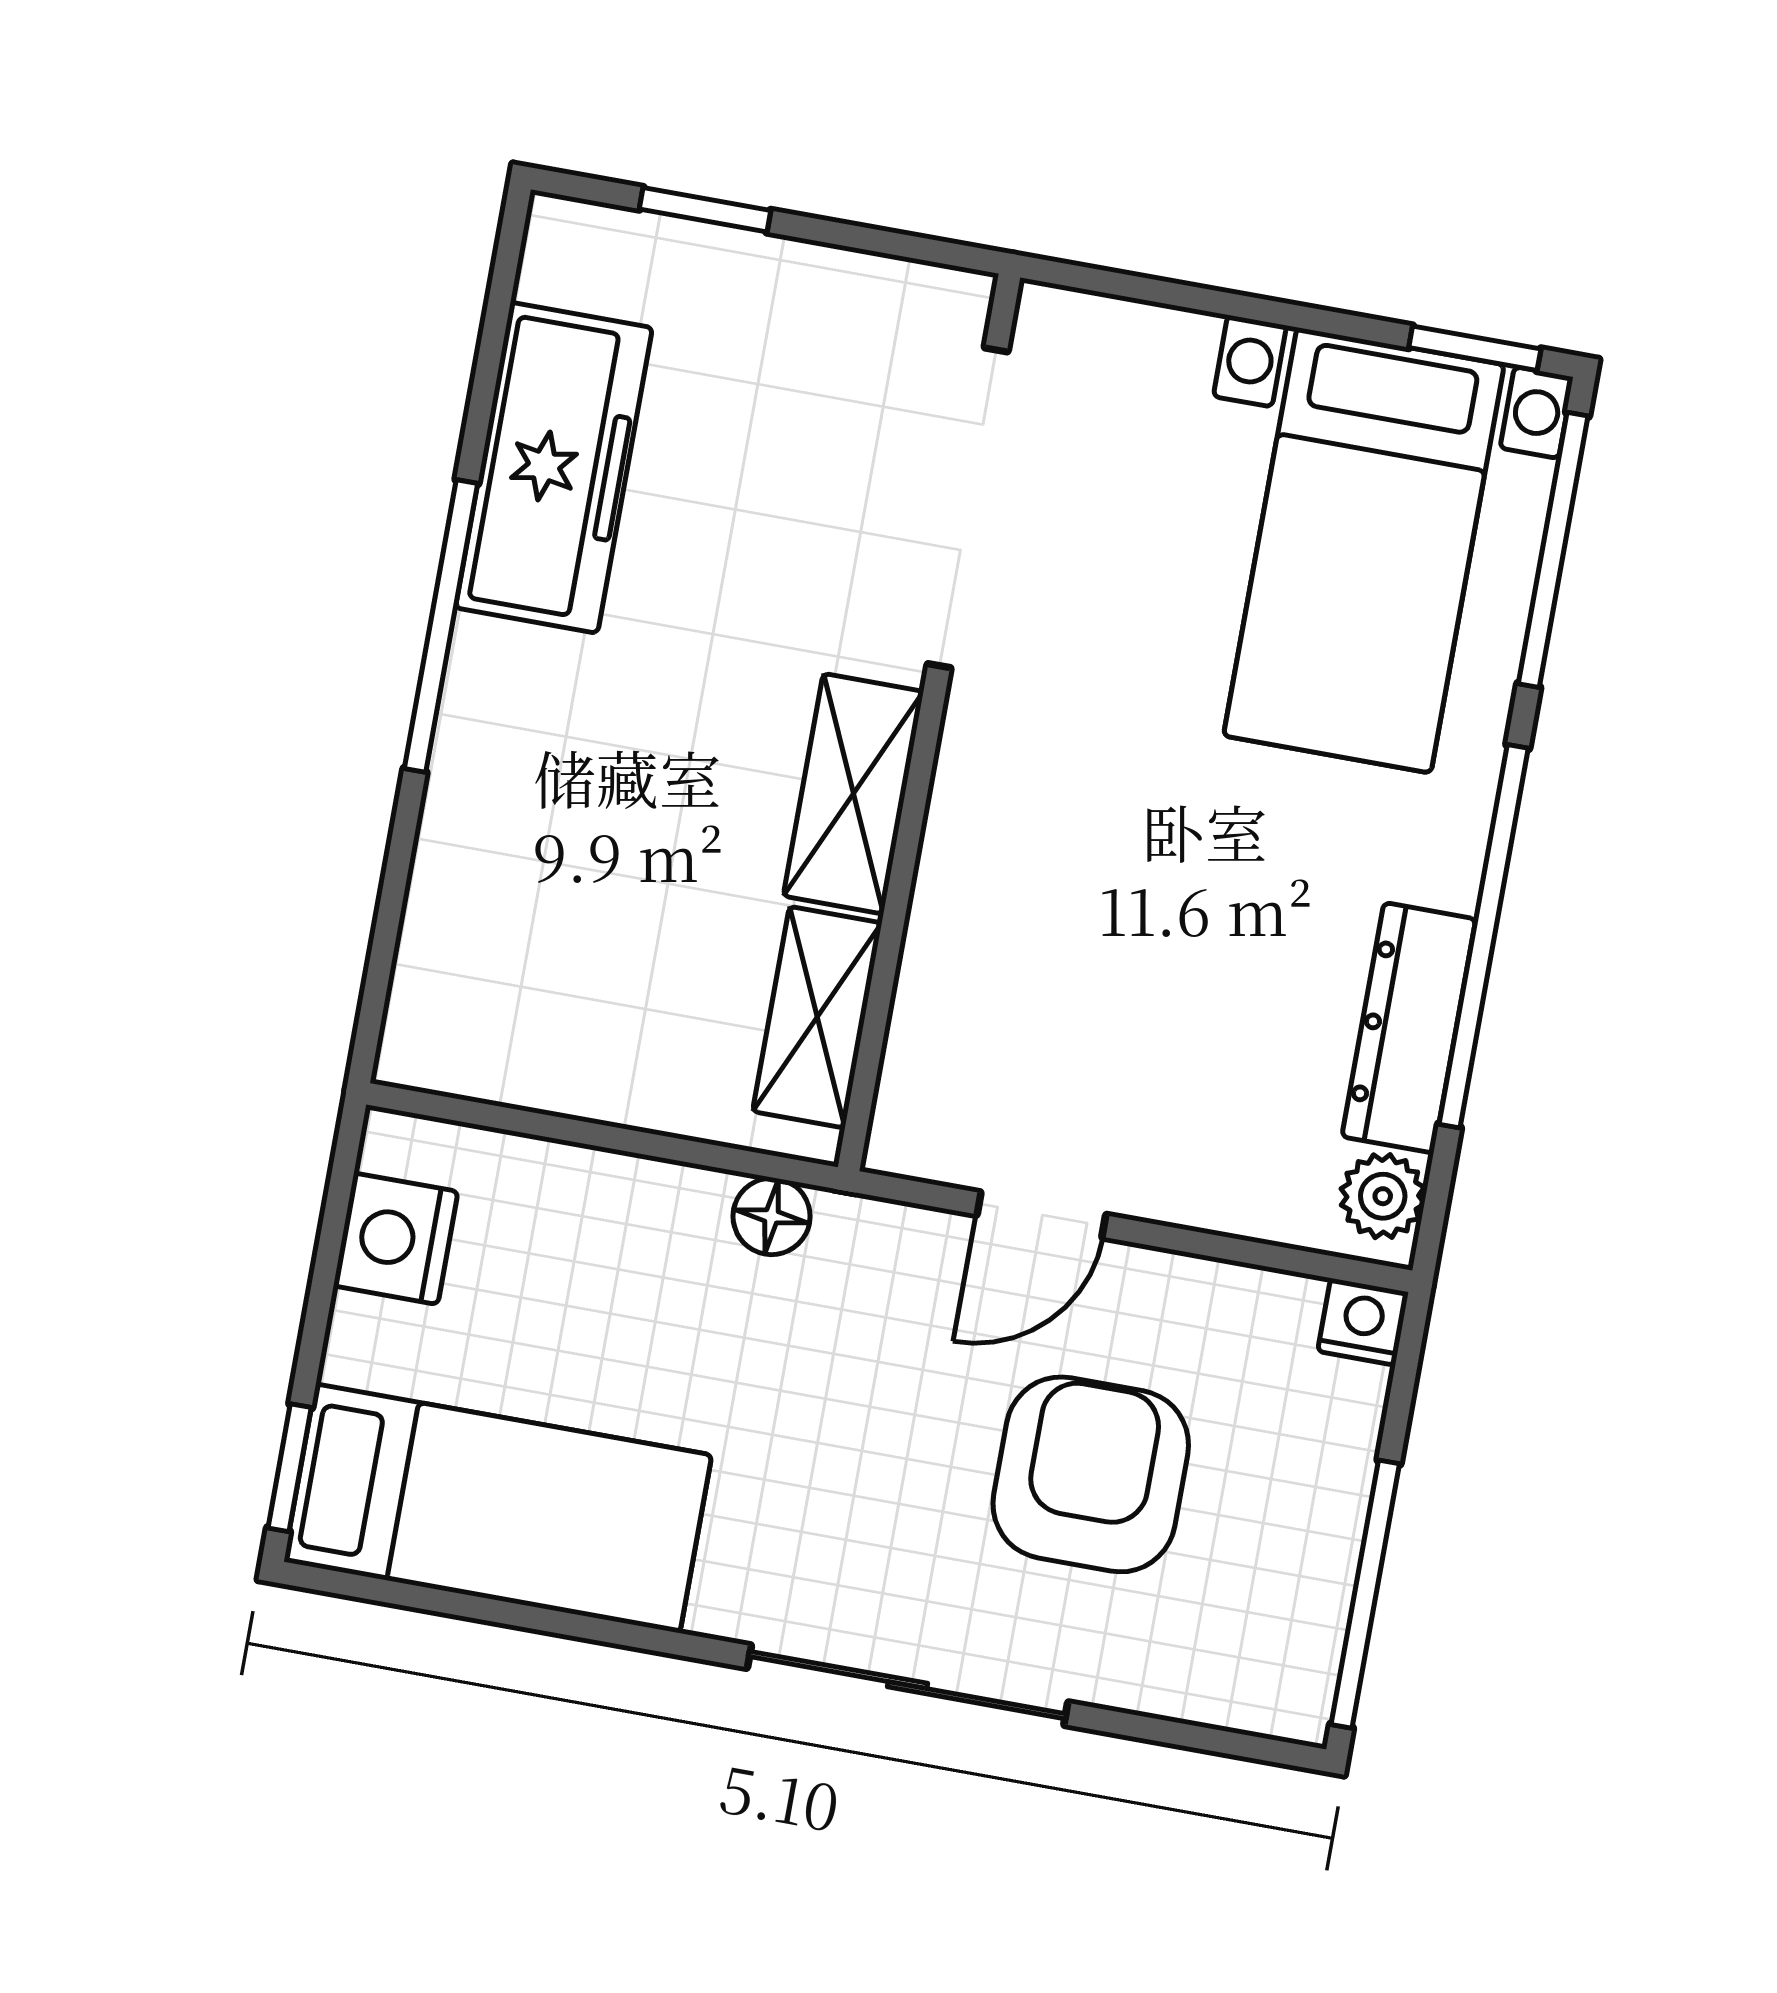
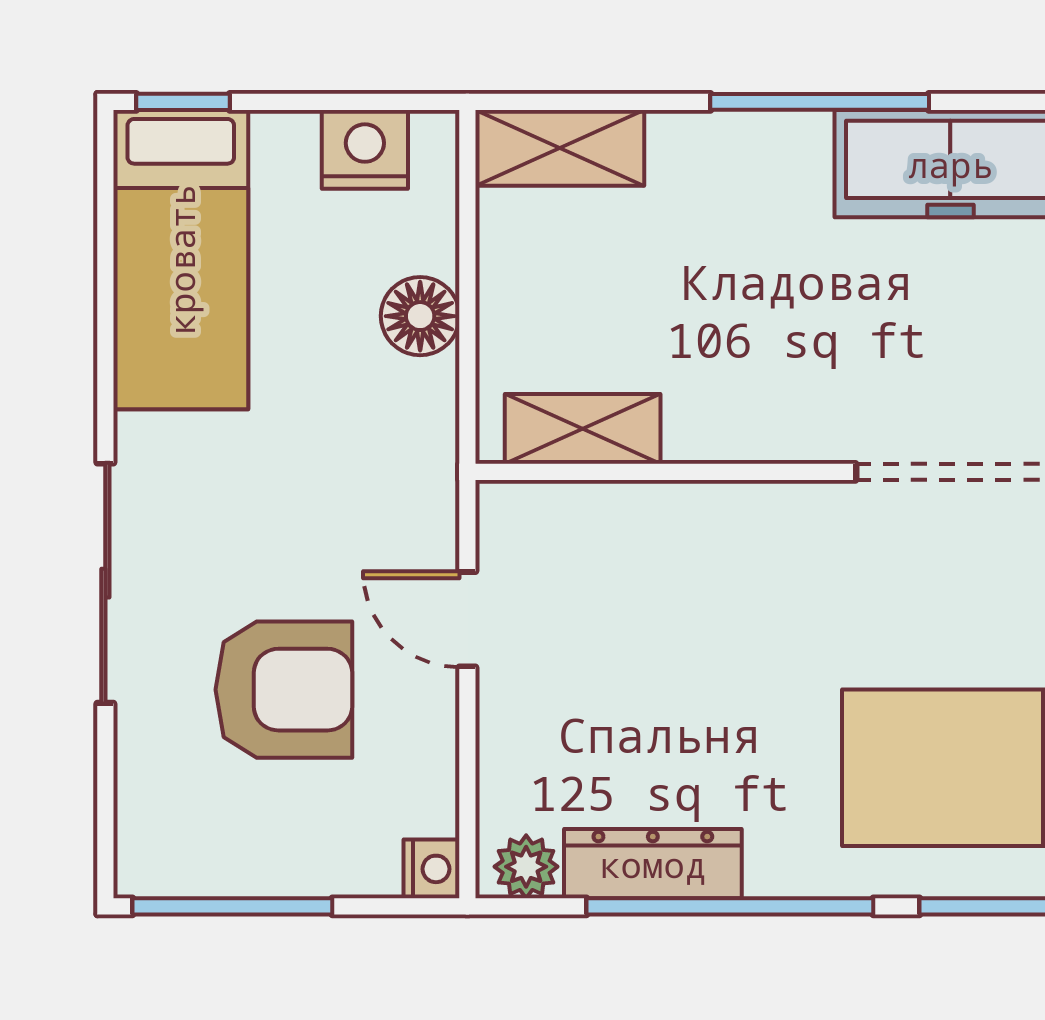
shelving: (853, 794) -> (560, 148), moved
floor lamp: (772, 1216) -> (420, 316), moved, width x1.37, depth x1.37

